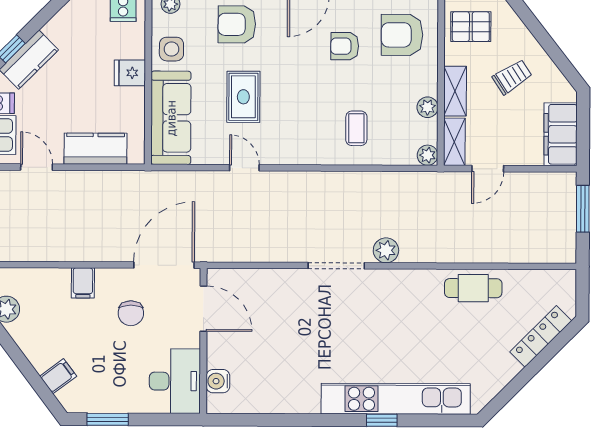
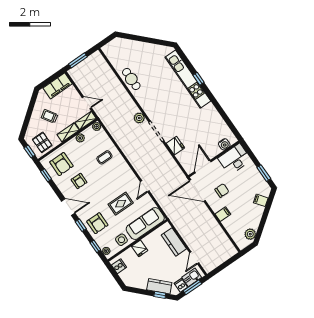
fridge: (282, 283) -> (175, 146), added
locker: (541, 336) -> (132, 44), removed

